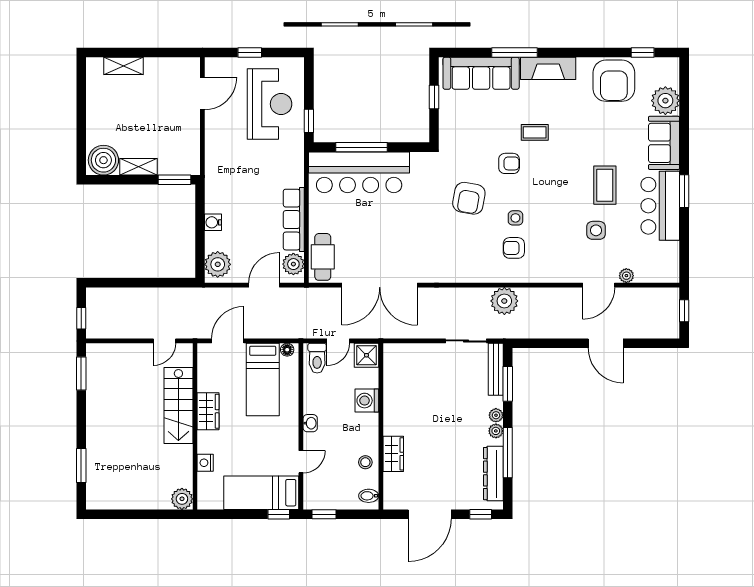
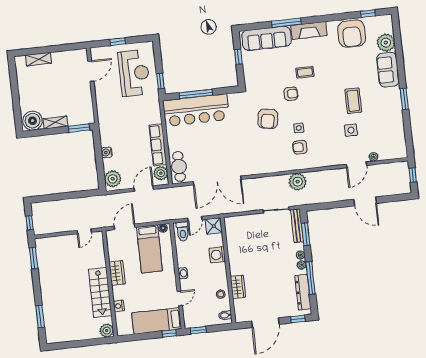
bar counter: (660, 206) -> (390, 110), removed
stairs: (178, 406) -> (100, 292), moved

